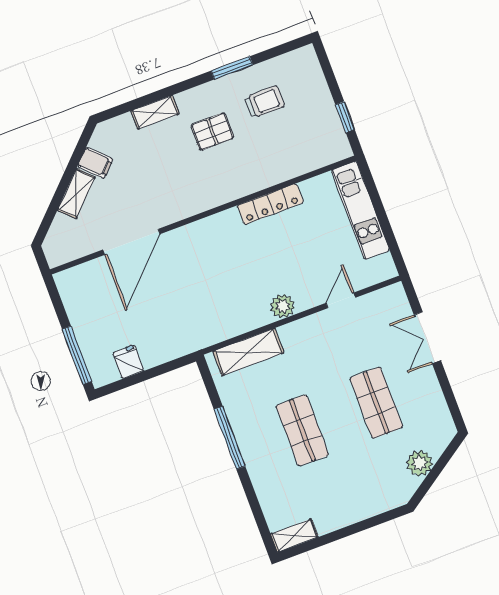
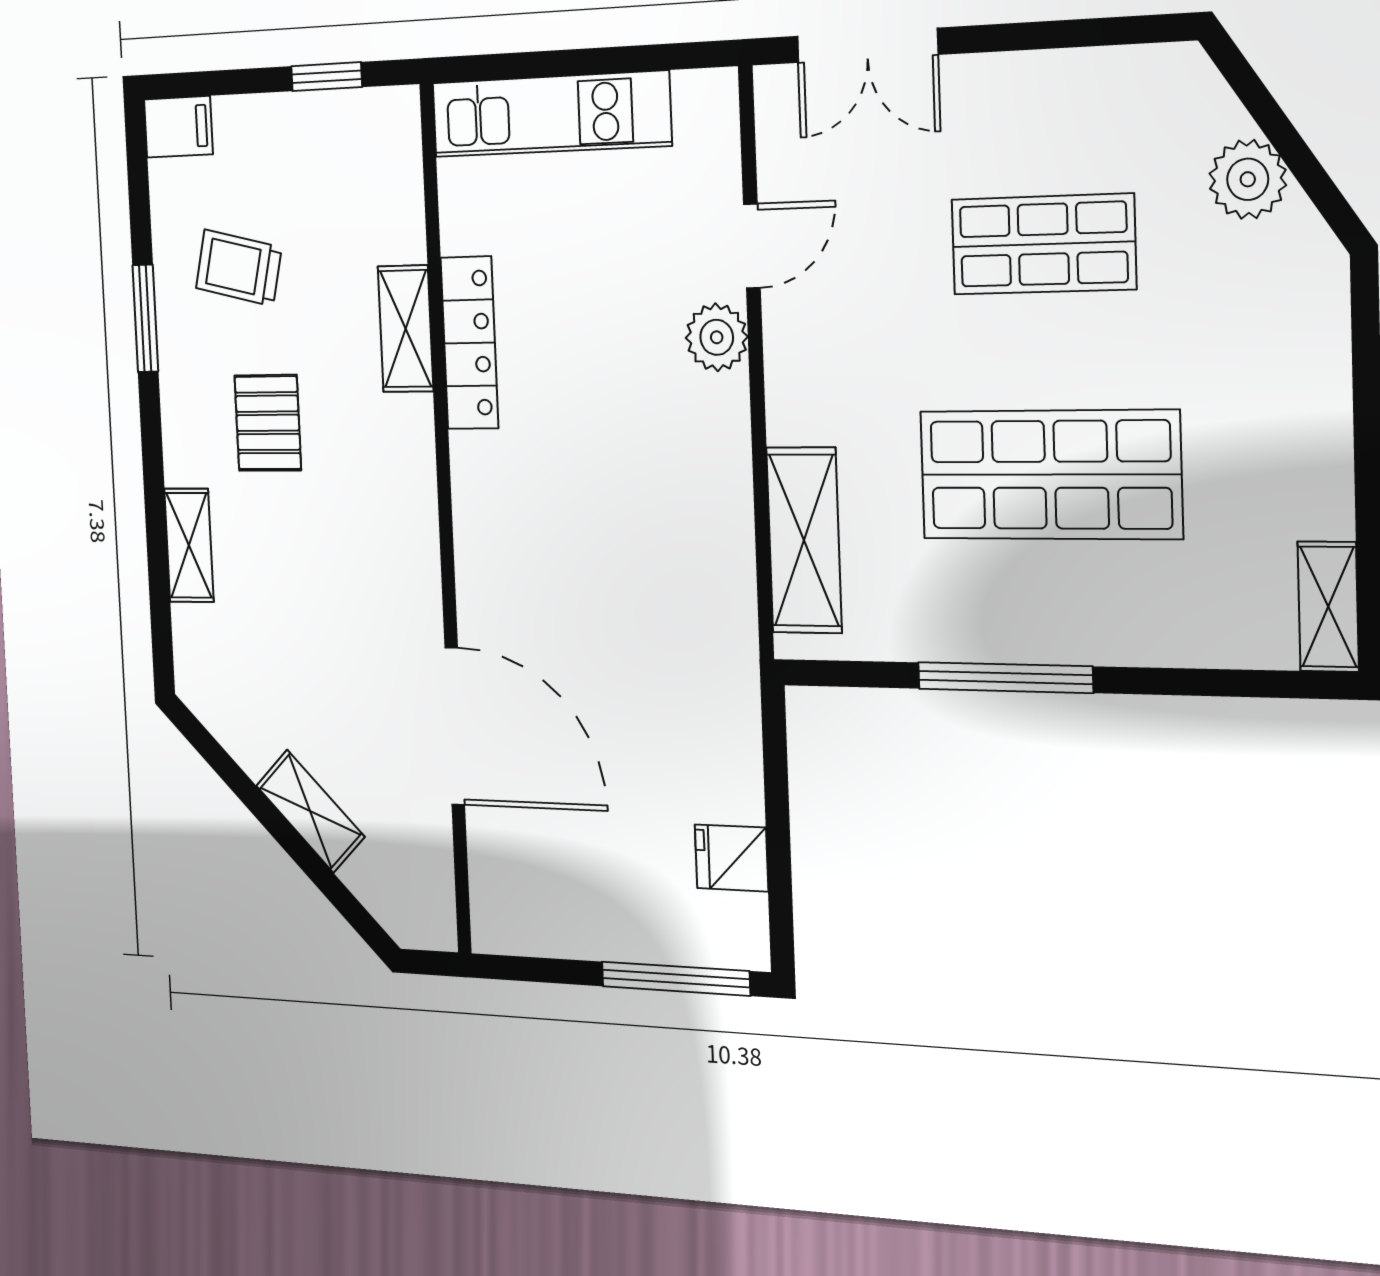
trolley: (264, 102) -> (239, 268), turned -77
filing cabinet: (95, 163) -> (178, 127), moved, turned 45
shelving: (266, 177) -> (406, 329), added
door: (341, 300) -> (752, 246), swing flipped
plant: (283, 306) -> (717, 337), moved
double door: (427, 338) -> (867, 45), moved
shop shelf: (302, 430) -> (1050, 475), width x1.43, depth x1.36

